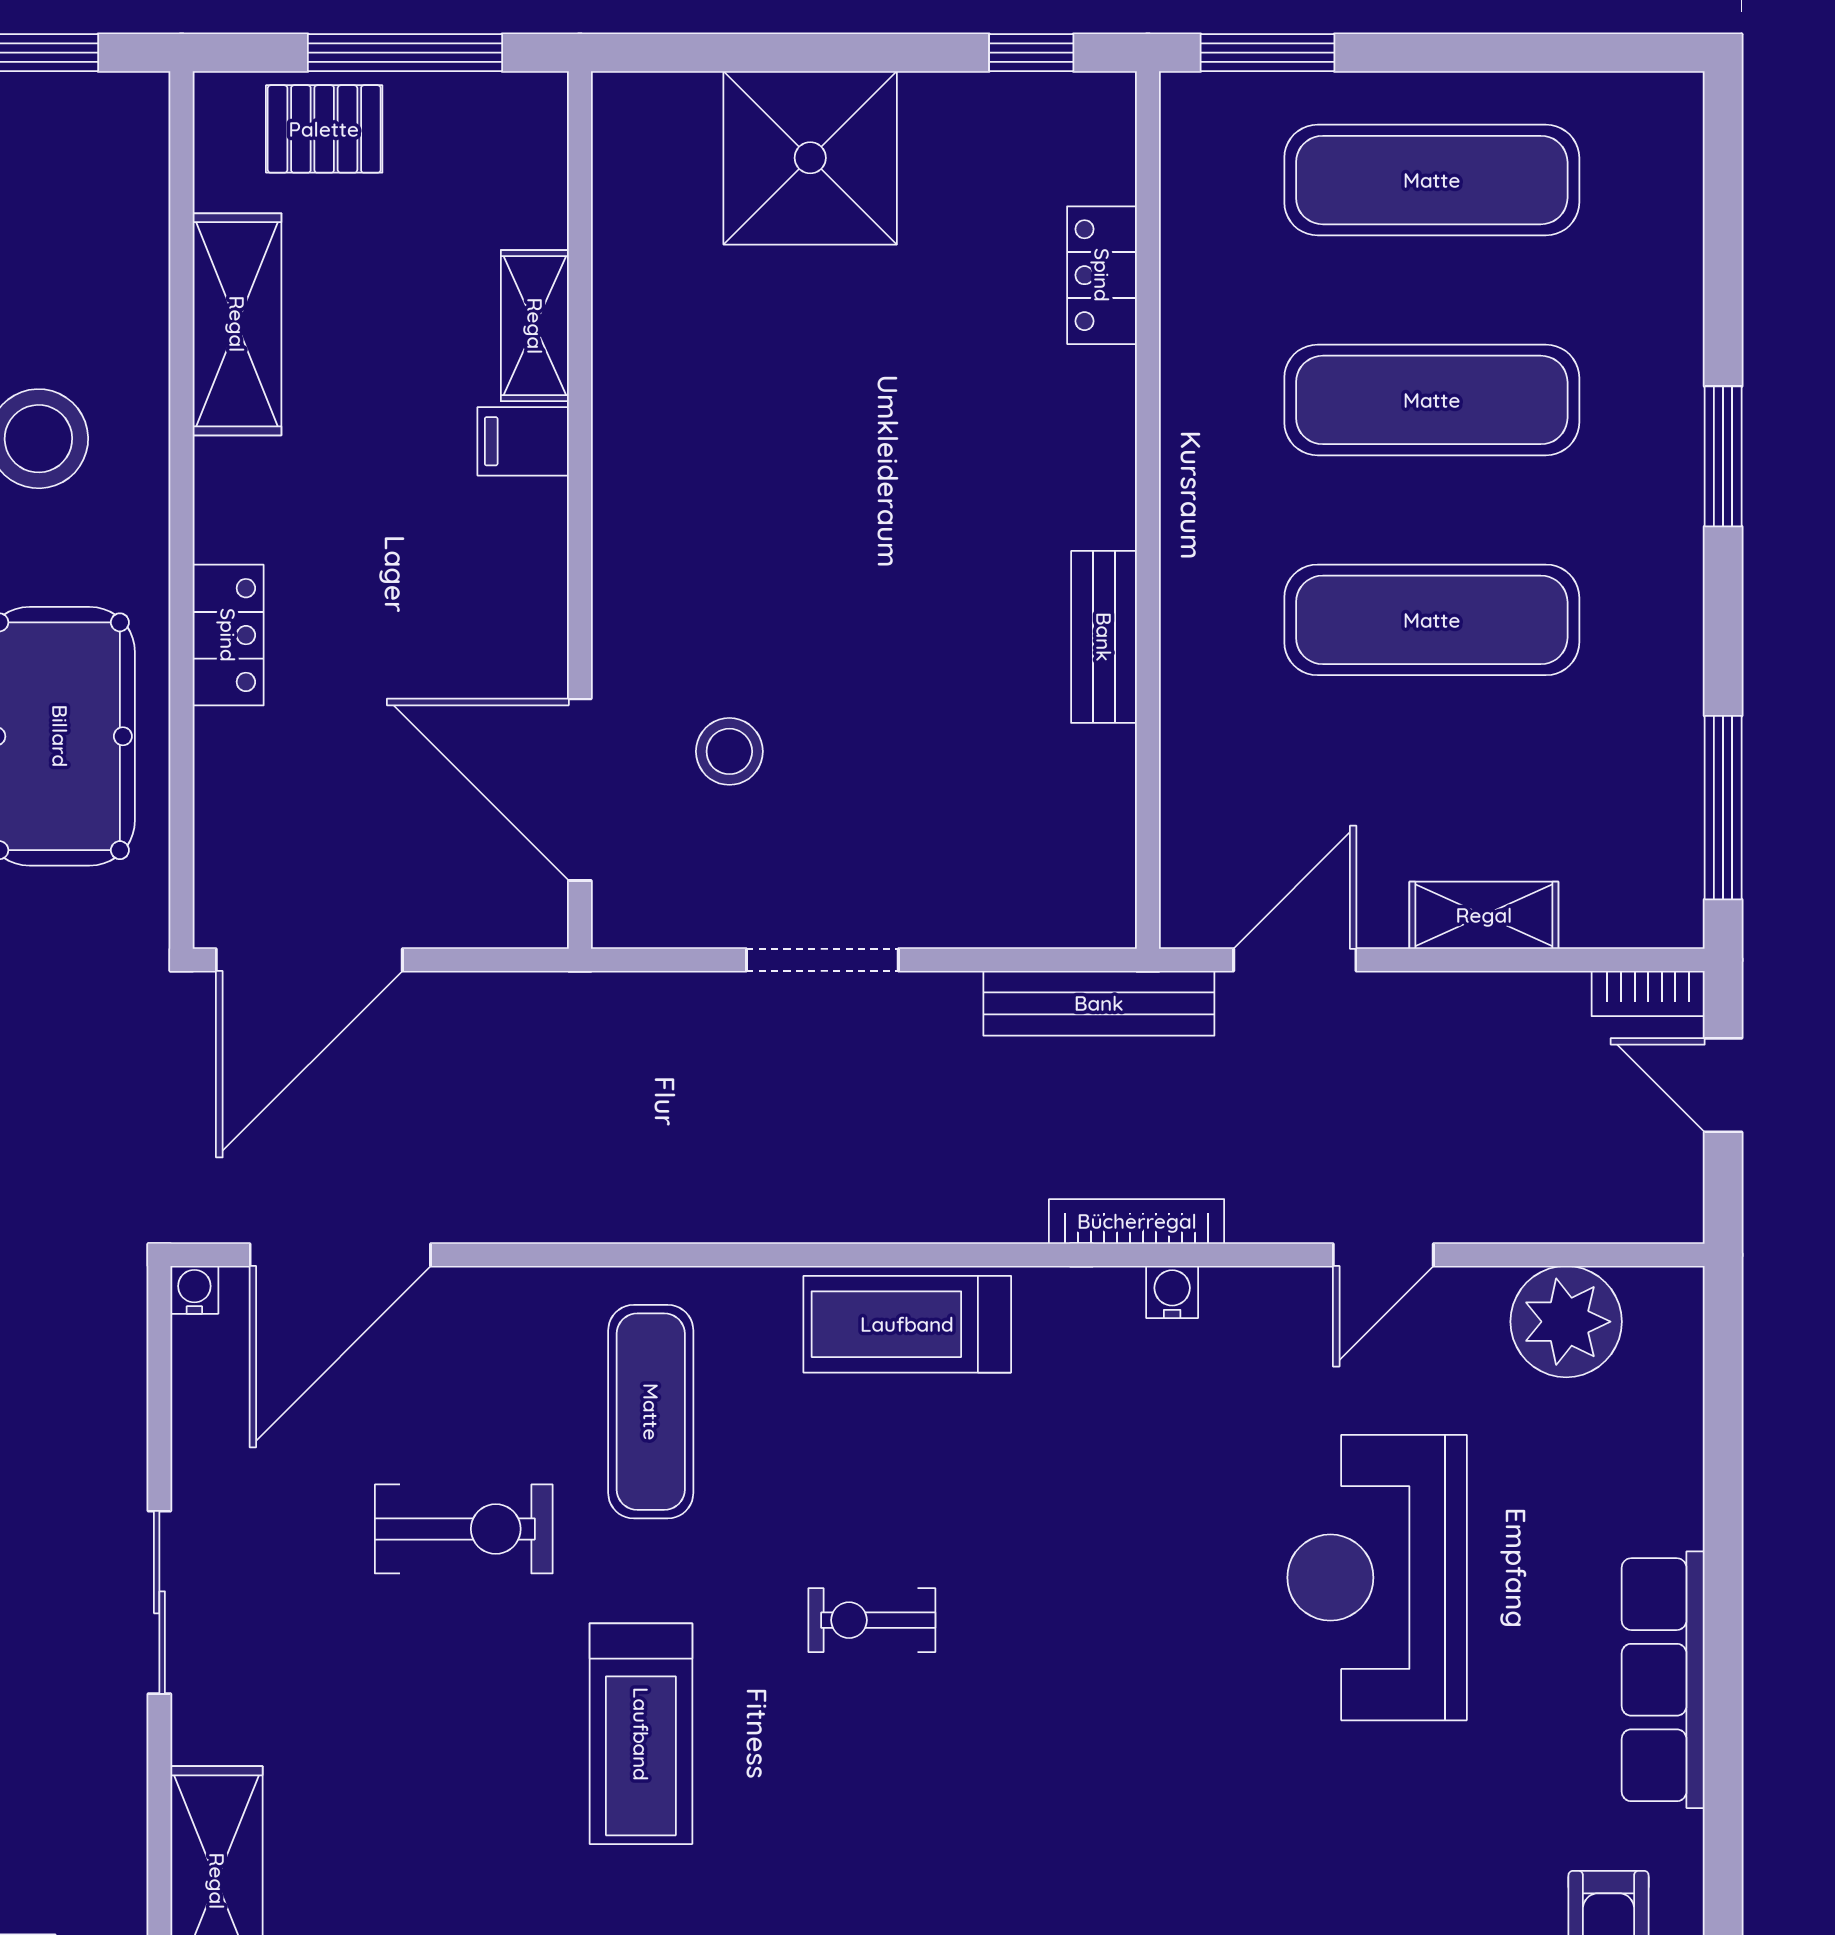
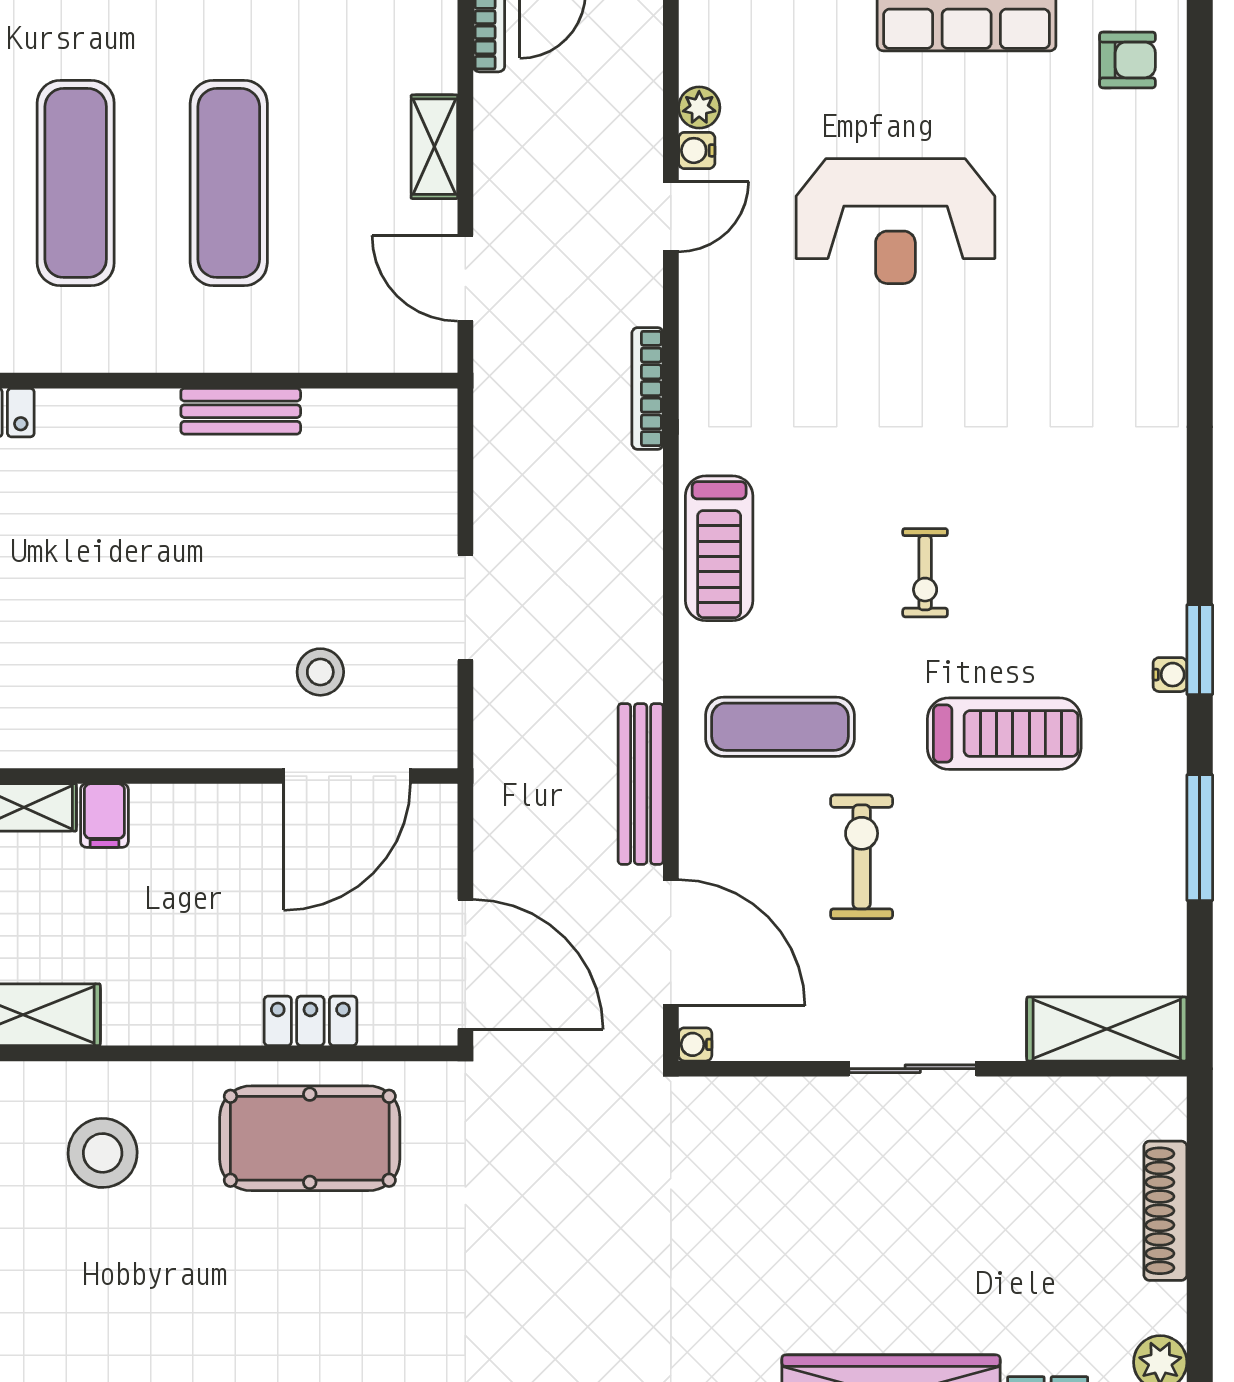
locker: (228, 635) -> (310, 1021), moved
bench: (1099, 1003) -> (641, 784), moved
door: (1383, 1255) -> (671, 217), hinge flipped
water cooler: (1172, 1292) -> (697, 150), moved
plant: (1566, 1322) -> (699, 108), width x0.53, depth x0.53

